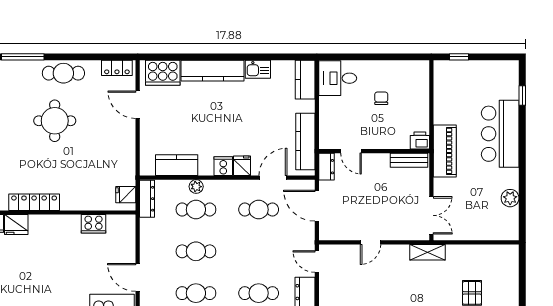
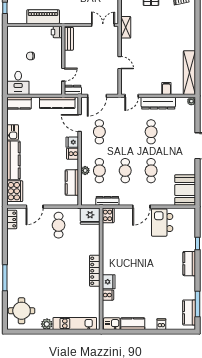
cafe table: (63, 73) -> (59, 225), moved
round table: (55, 121) -> (44, 258), removed
piano: (445, 151) -> (43, 17), moved
fridge: (126, 195) -> (90, 216), width x1.88, depth x1.34
dresser: (147, 199) -> (107, 201), moved
cooker: (94, 224) -> (108, 215), moved

